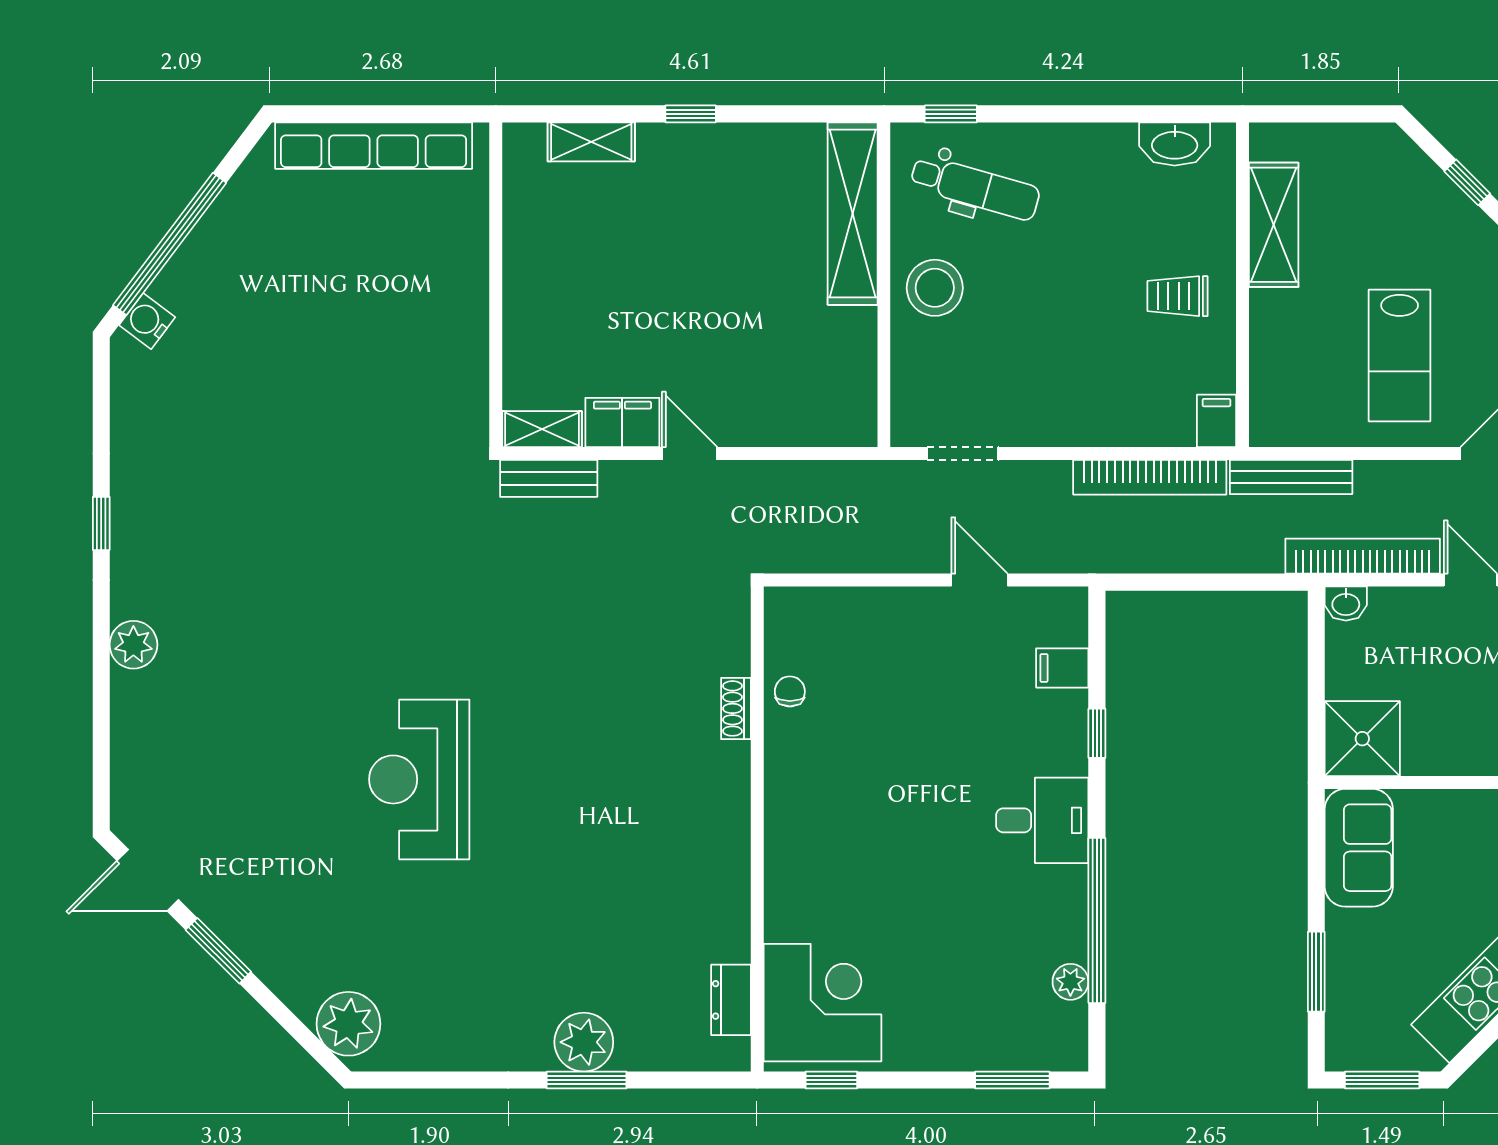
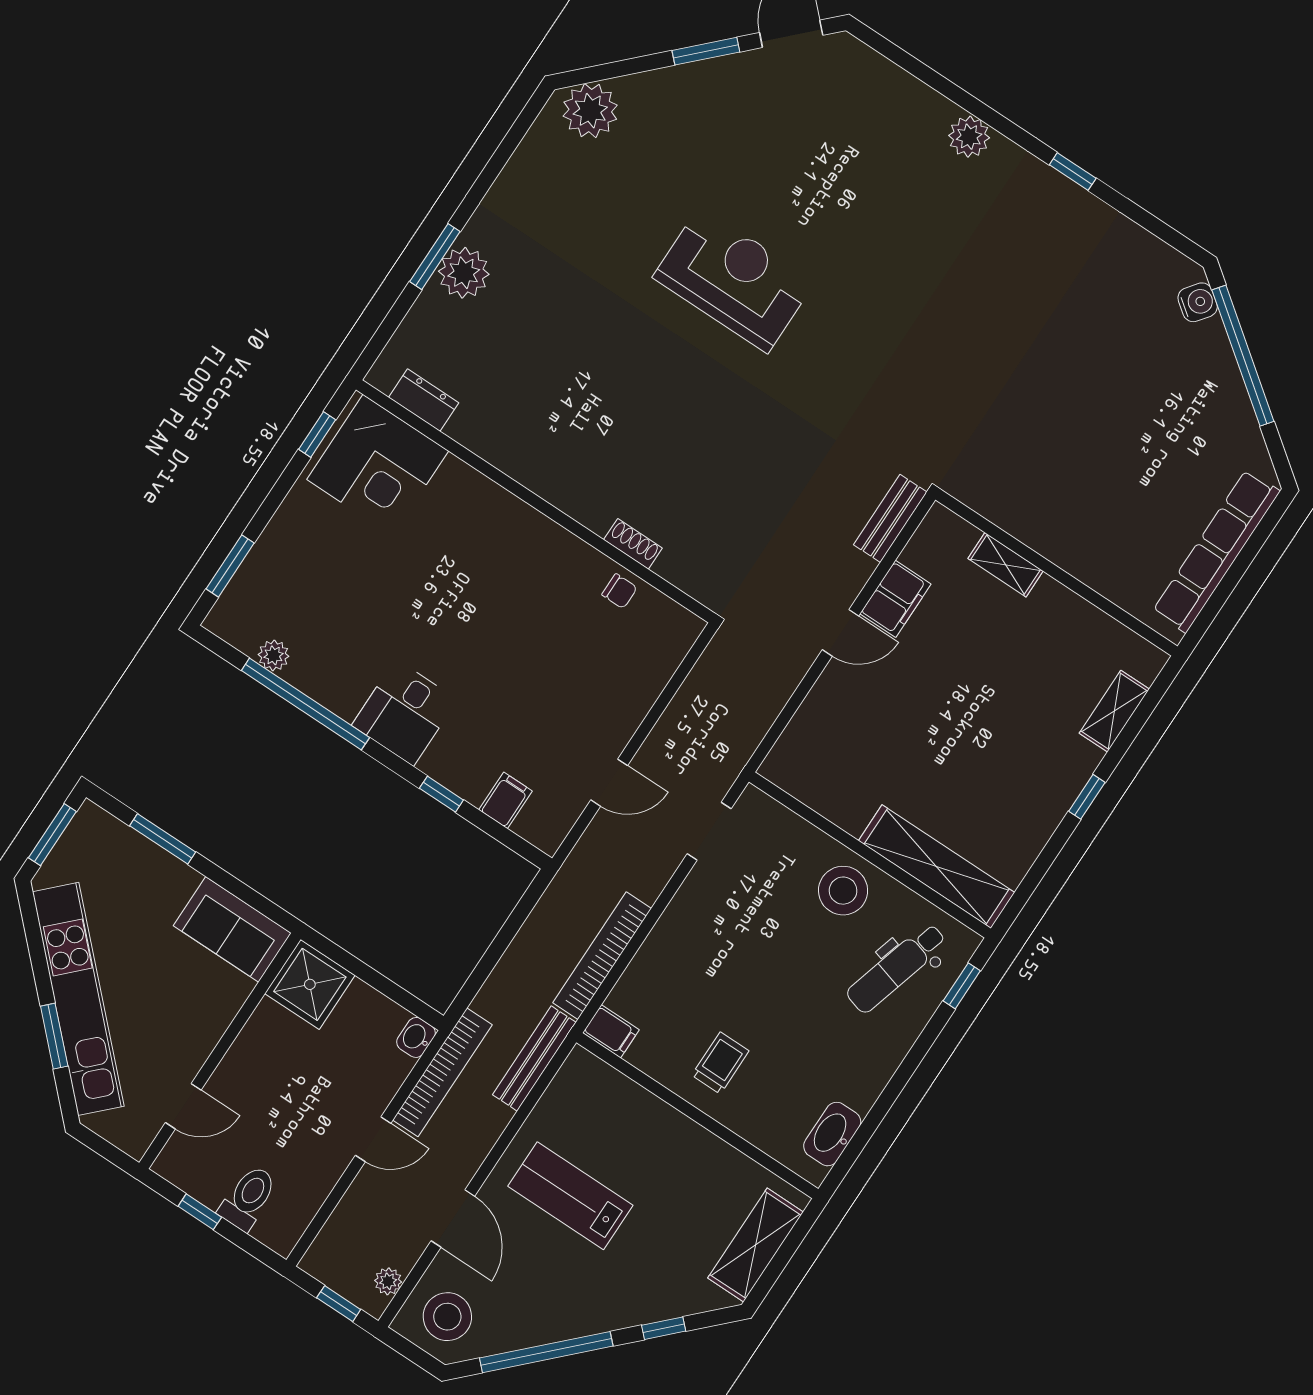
shelving: (1274, 225) -> (755, 1245), moved, turned 90
shelving: (542, 429) -> (1006, 565), moved, turned 90

